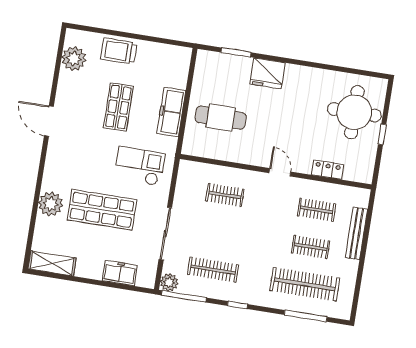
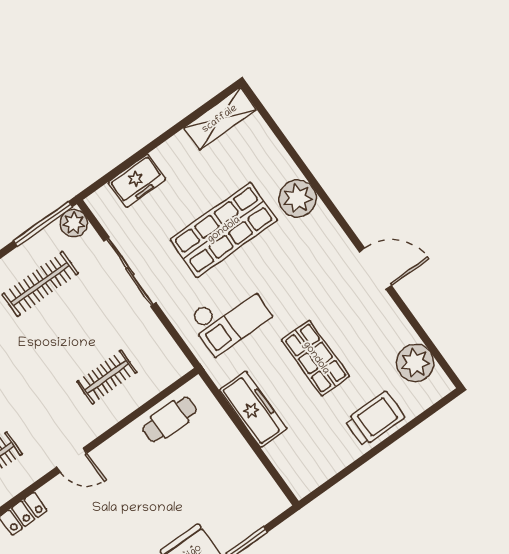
cafe table: (221, 118) -> (170, 419), moved, width x0.73, depth x0.74
plant: (51, 204) -> (298, 198), moved

